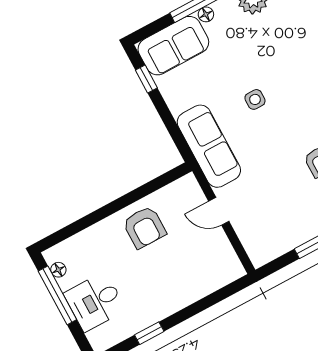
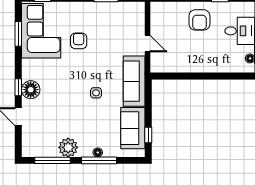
sofa: (173, 46) -> (133, 128), moved, turned -90
armchair: (144, 227) -> (199, 20), moved, turned 180

